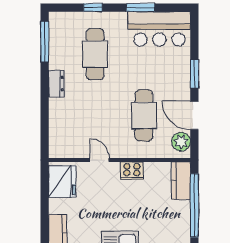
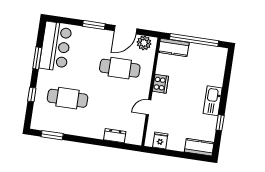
window: (45, 42) -> (52, 135), width x0.69
dresser: (56, 84) -> (115, 136), moved
fridge: (62, 181) -> (160, 141), width x0.53, depth x0.75

